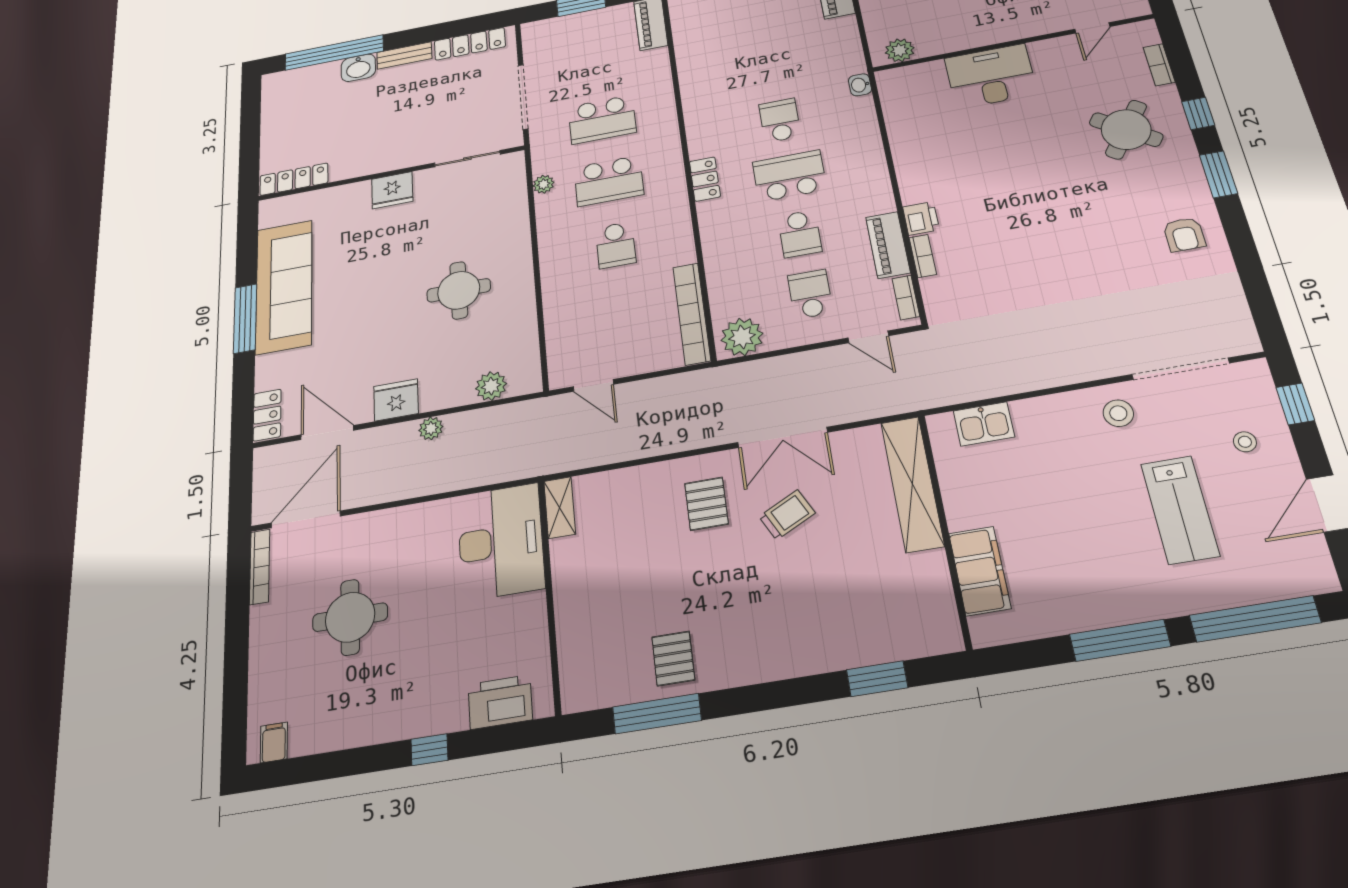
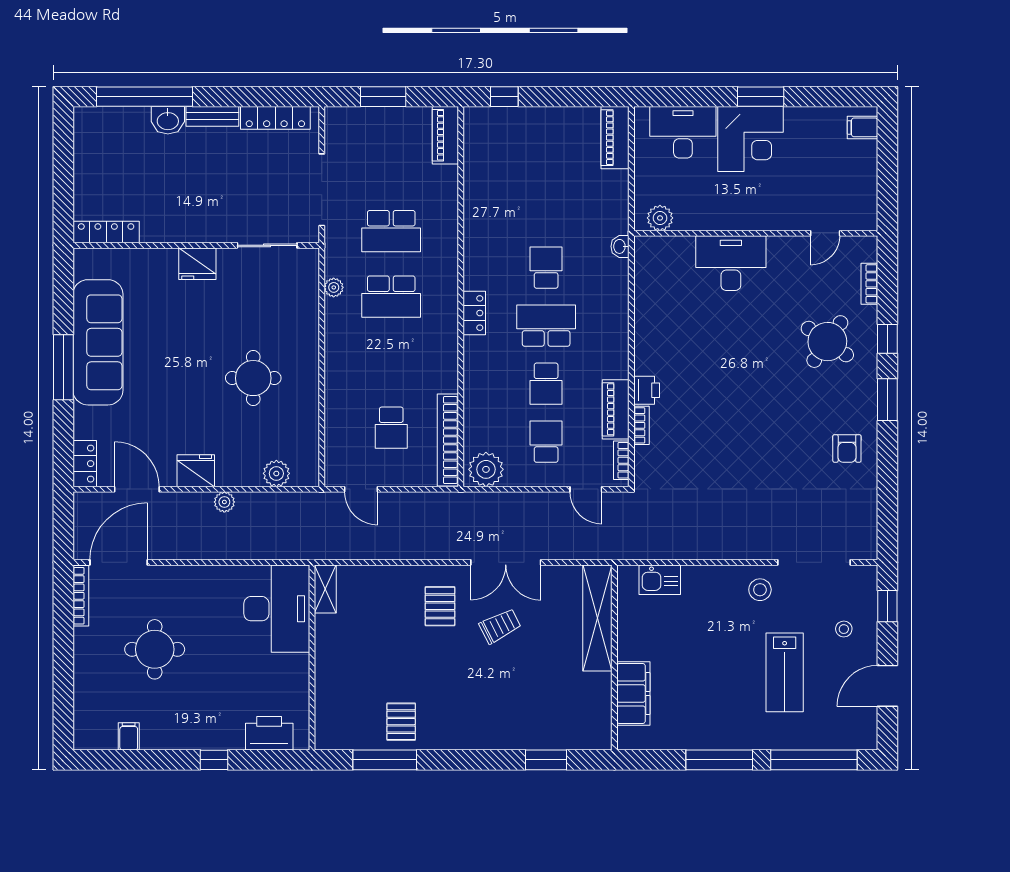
school desk: (616, 245) -> (391, 428), moved
filing cabinet: (274, 742) -> (129, 736), moved

